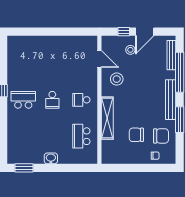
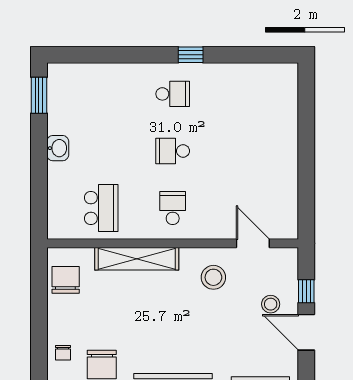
door: (99, 59) -> (253, 243), swing flipped
school desk: (23, 100) -> (173, 94), width x0.54
chair: (136, 135) -> (66, 280), moved
school desk: (81, 136) -> (101, 208), turned 90

